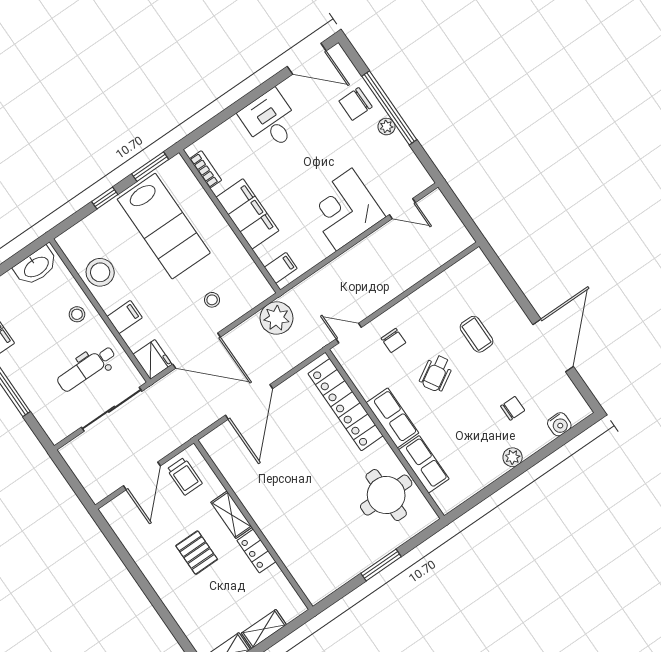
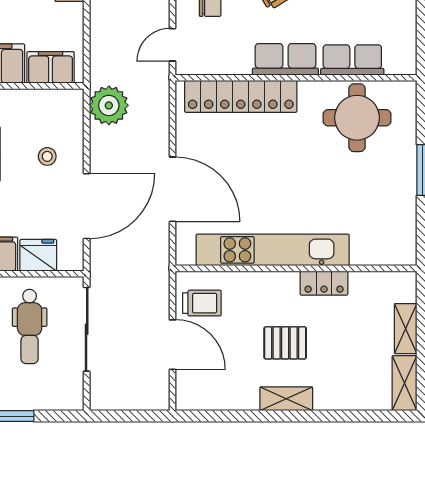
filing cabinet: (281, 268) -> (51, 67), width x2.00
fridge: (153, 359) -> (38, 255), moved
kitchen unit: (255, 500) -> (273, 250), added
shelving: (232, 515) -> (286, 399), moved

